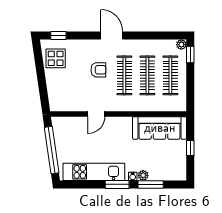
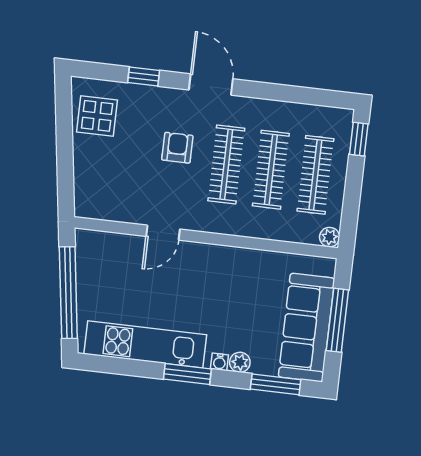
window: (58, 36) -> (144, 77), moved
plant: (181, 45) -> (330, 237), moved
armchair: (98, 70) -> (177, 148), turned -90
sofa: (160, 128) -> (306, 328), moved, turned 90
window: (190, 148) -> (337, 320), width x2.17
window: (151, 184) -> (276, 384), moved

